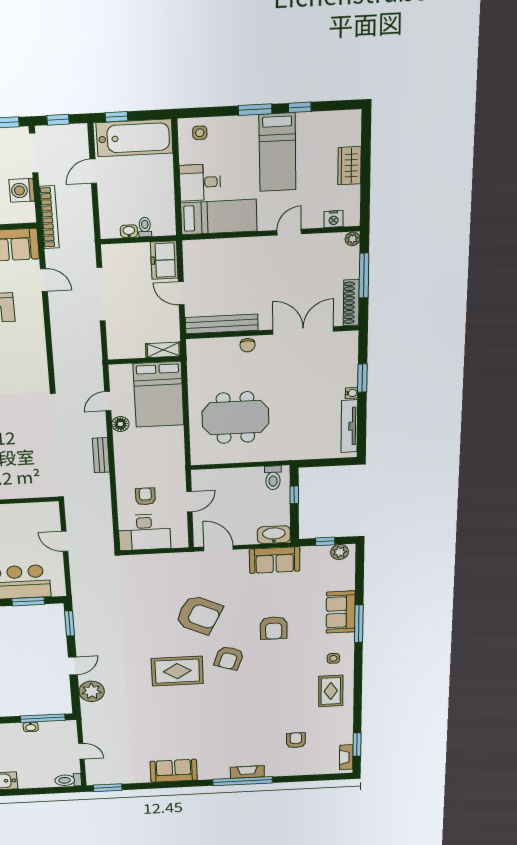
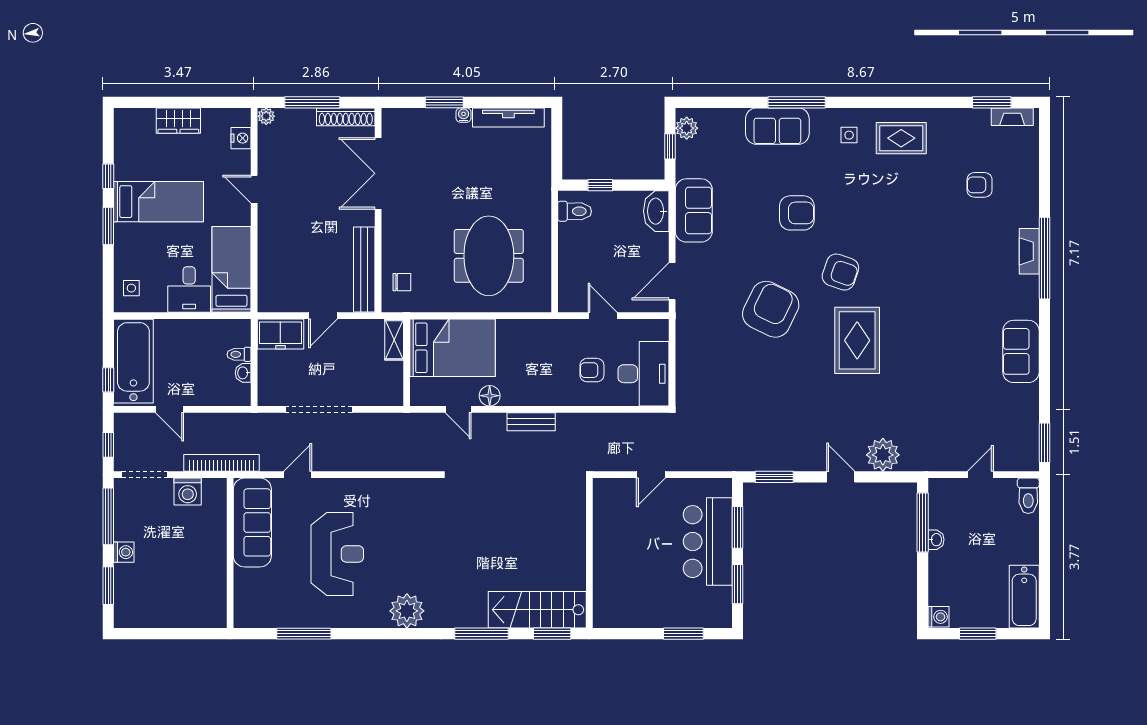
chair: (248, 345) -> (402, 282), moved

